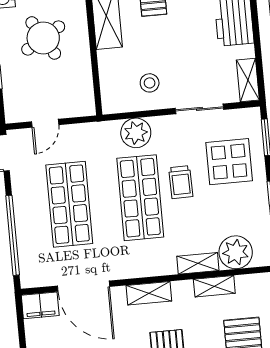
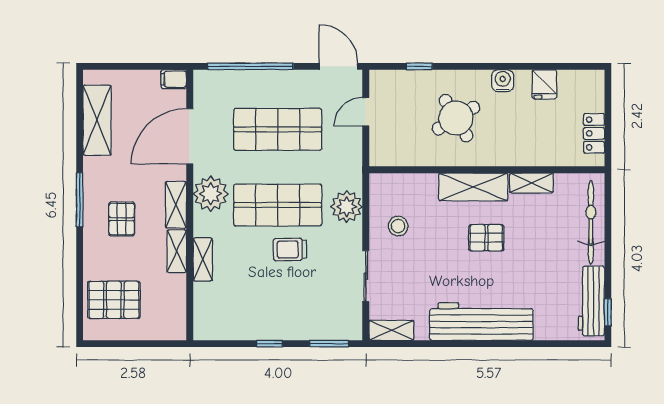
door: (45, 123) -> (366, 112), hinge flipped
display table: (229, 162) -> (307, 302), removed
plant: (236, 252) -> (211, 194), moved
shelving: (214, 286) -> (177, 251), moved
filing cabinet: (40, 305) -> (174, 79), width x0.50

